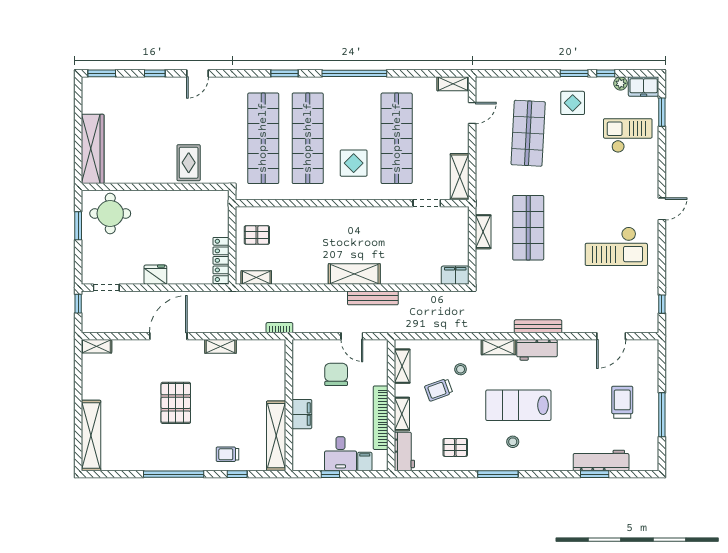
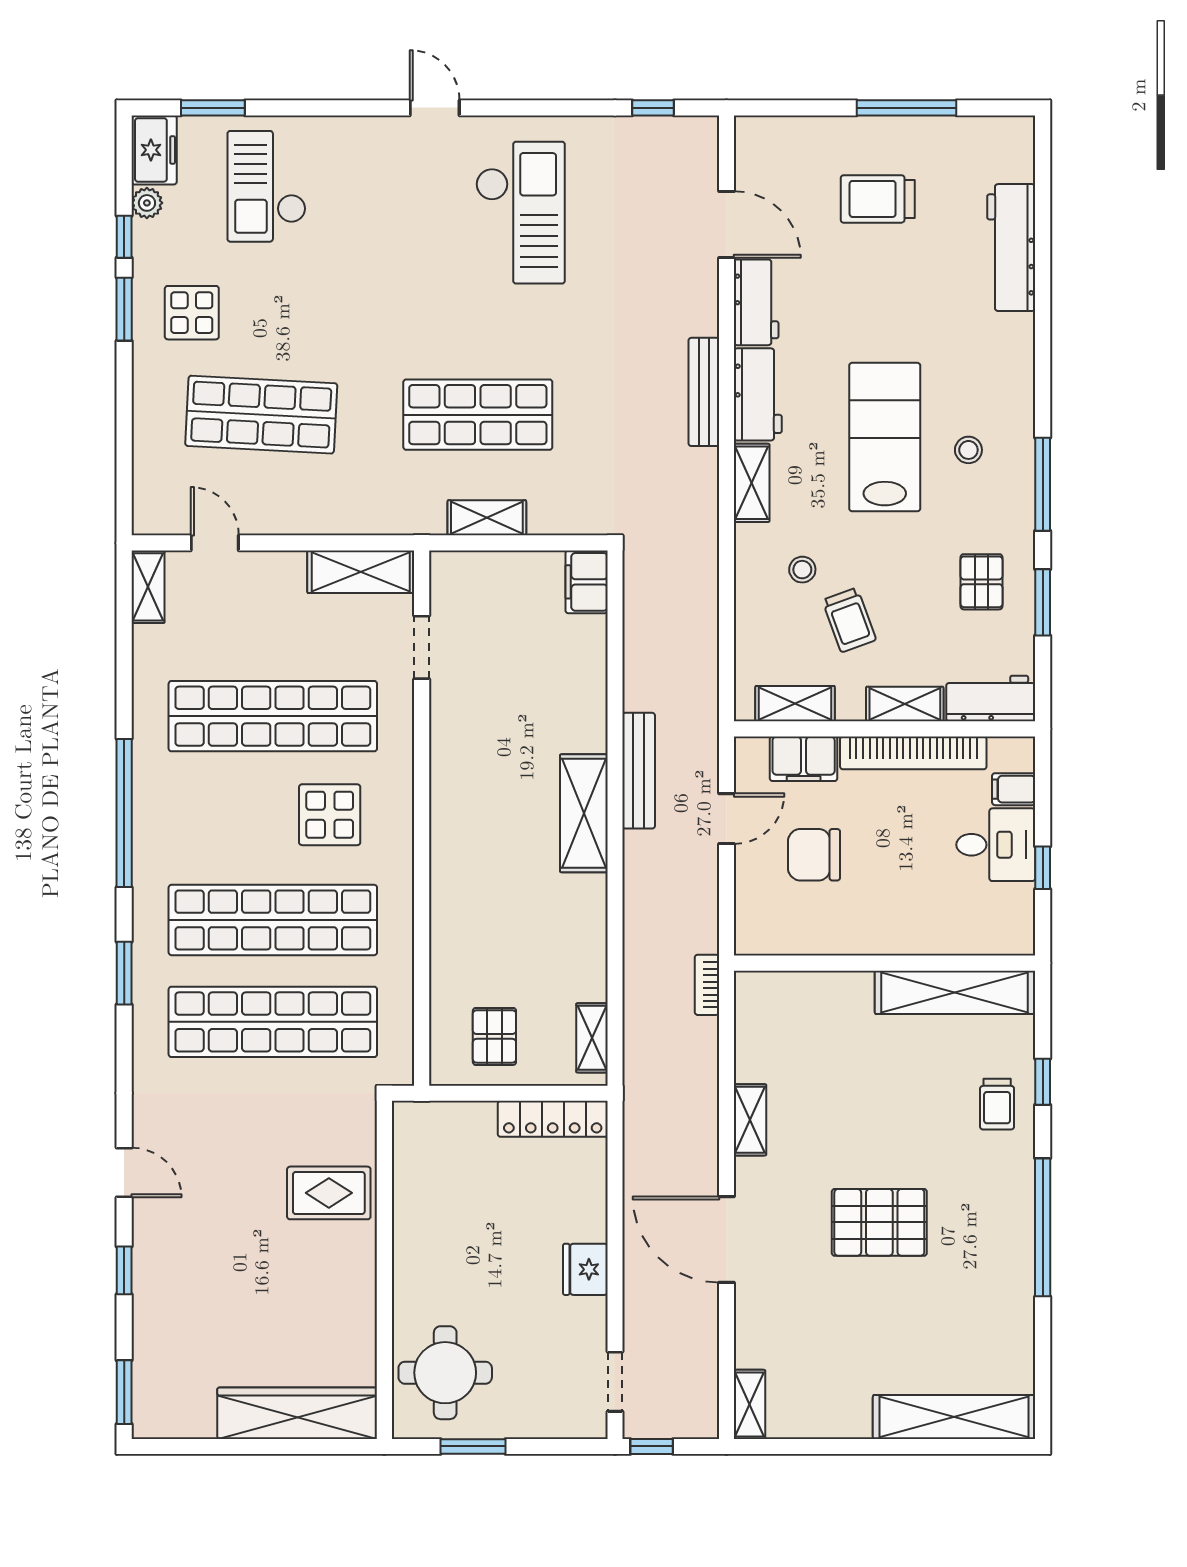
workbench: (577, 349) -> (756, 302), added
lab bench: (518, 405) -> (885, 437), turned 180
filing cabinet: (302, 414) -> (804, 759), moved, turned 180
window: (595, 474) -> (1043, 602), moved

